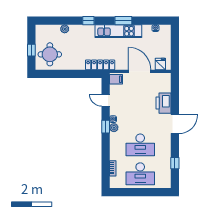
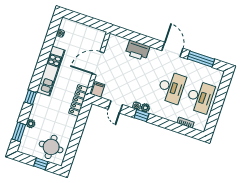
window: (123, 21) -> (19, 132), moved
fridge: (160, 64) -> (98, 40), removed
door: (106, 100) -> (115, 107), hinge flipped
door: (175, 124) -> (172, 49), moved
window: (175, 163) -> (201, 59), width x2.17

